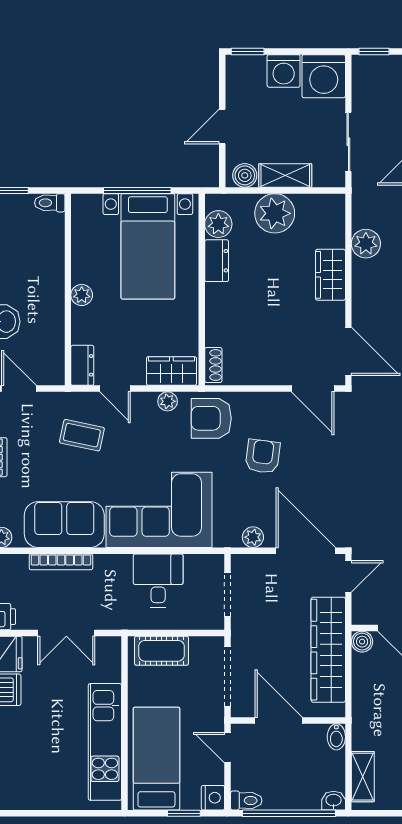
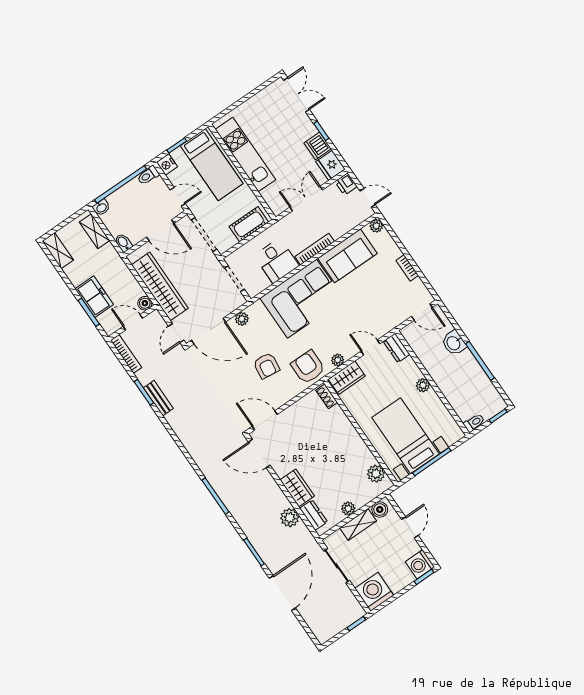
washing machine: (284, 71) -> (420, 564), moved, turned -90
plant: (275, 213) -> (348, 509), width x0.53, depth x0.53
dresser: (217, 261) -> (314, 515), moved, turned 180
armchair: (211, 418) -> (308, 367), turned -90
coffee table: (82, 435) -> (371, 310), removed
bookcase: (61, 562) -> (315, 249), moved

